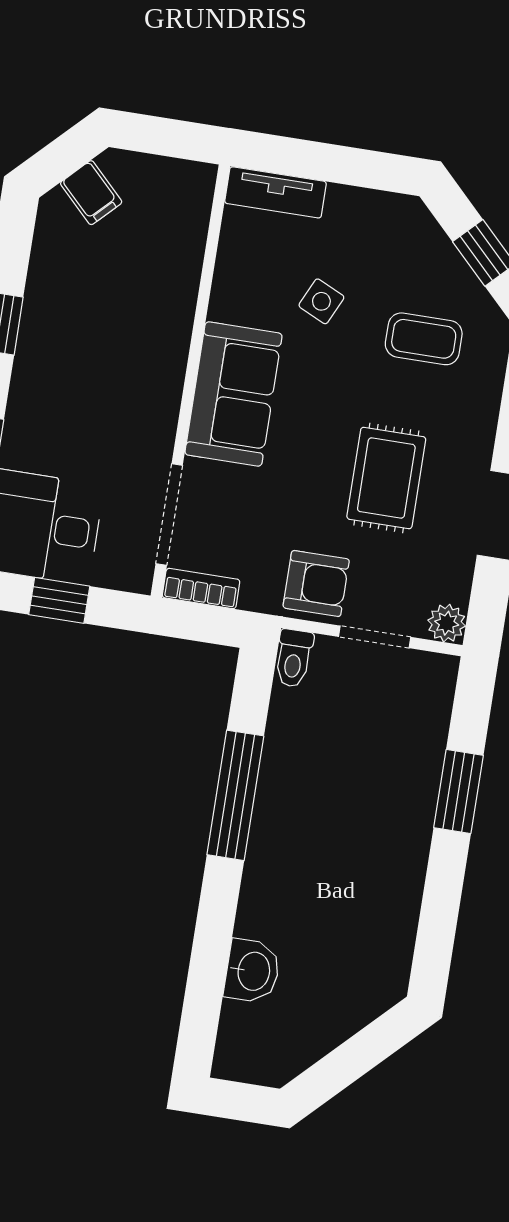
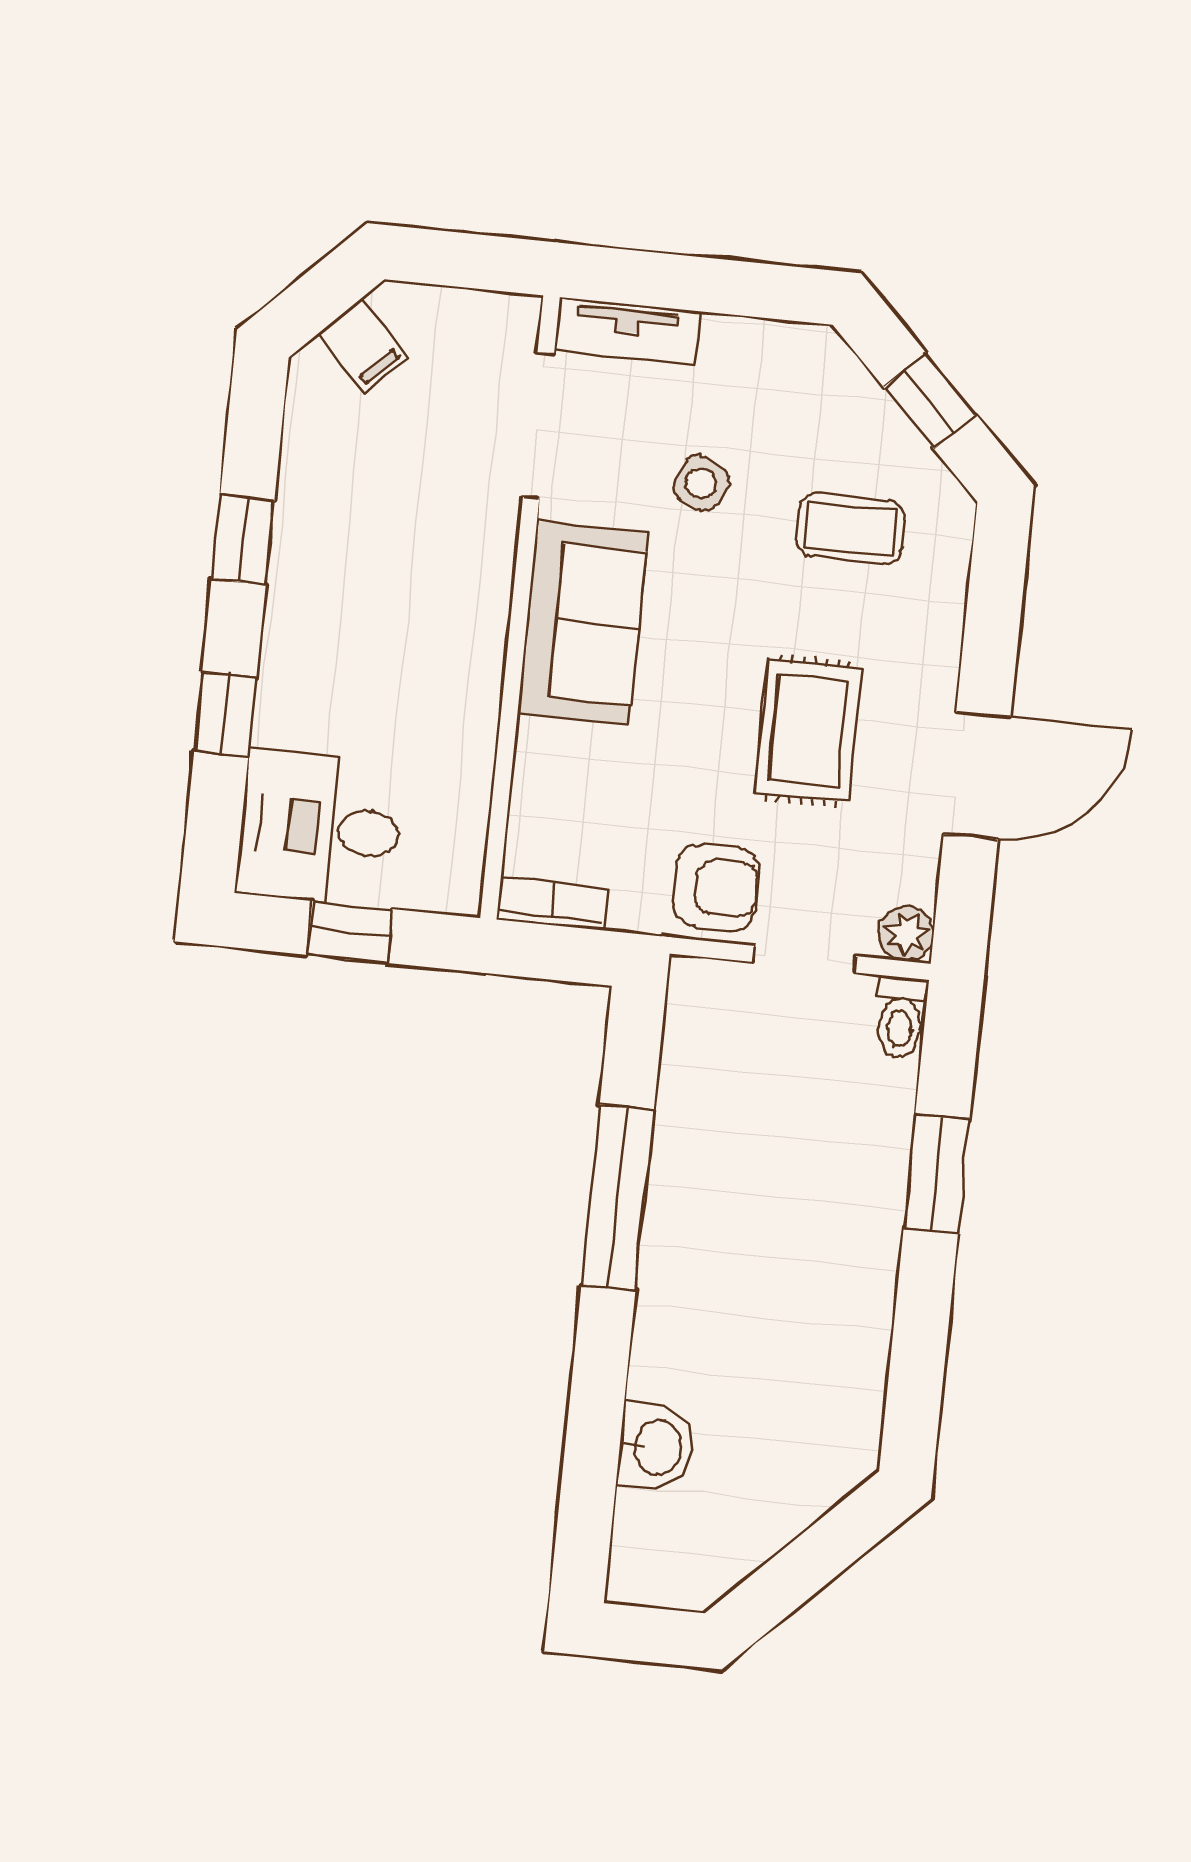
doorway: (169, 514) -> (538, 425), moved
toilet: (294, 658) -> (901, 1017), moved

